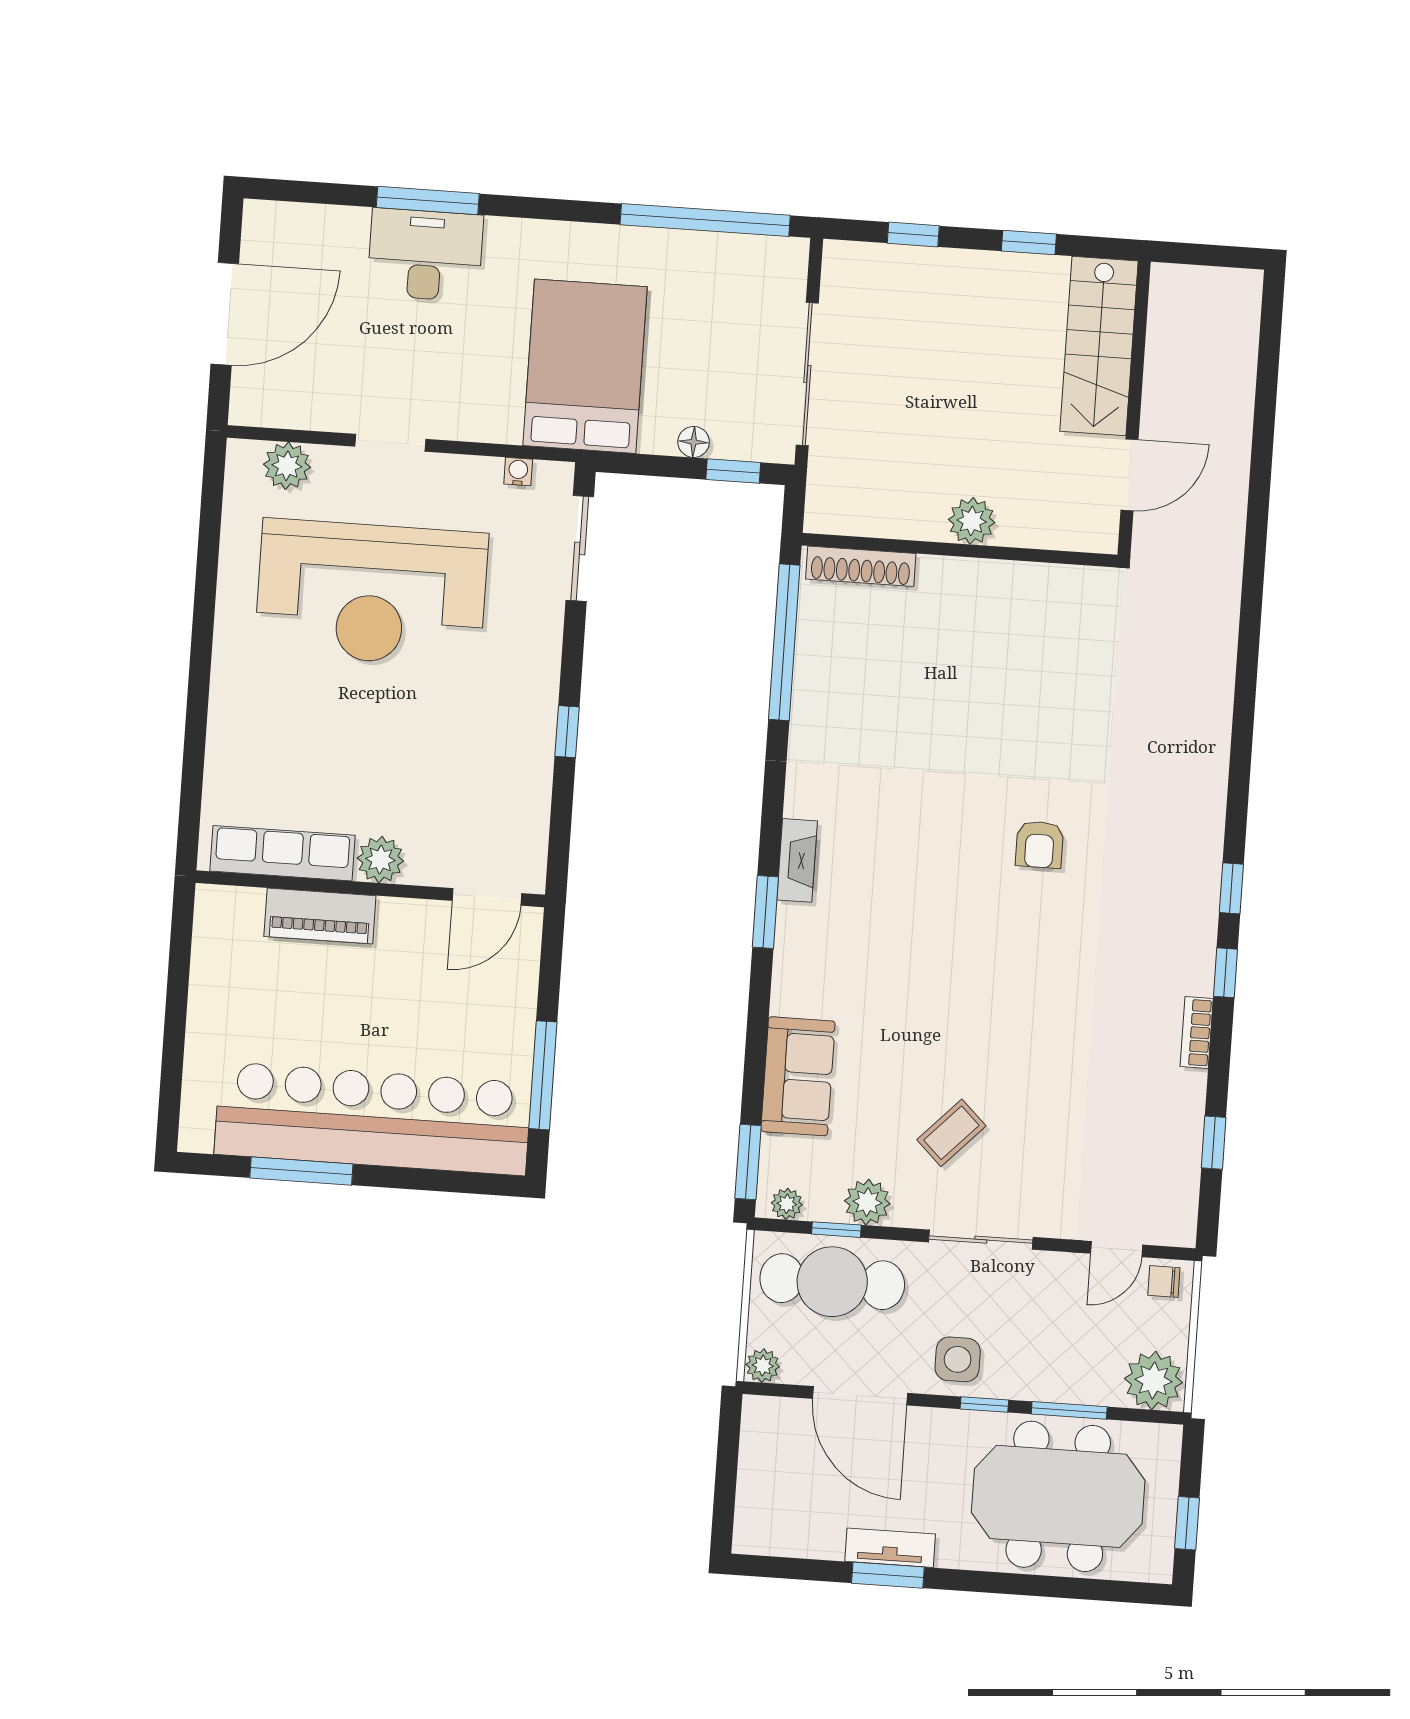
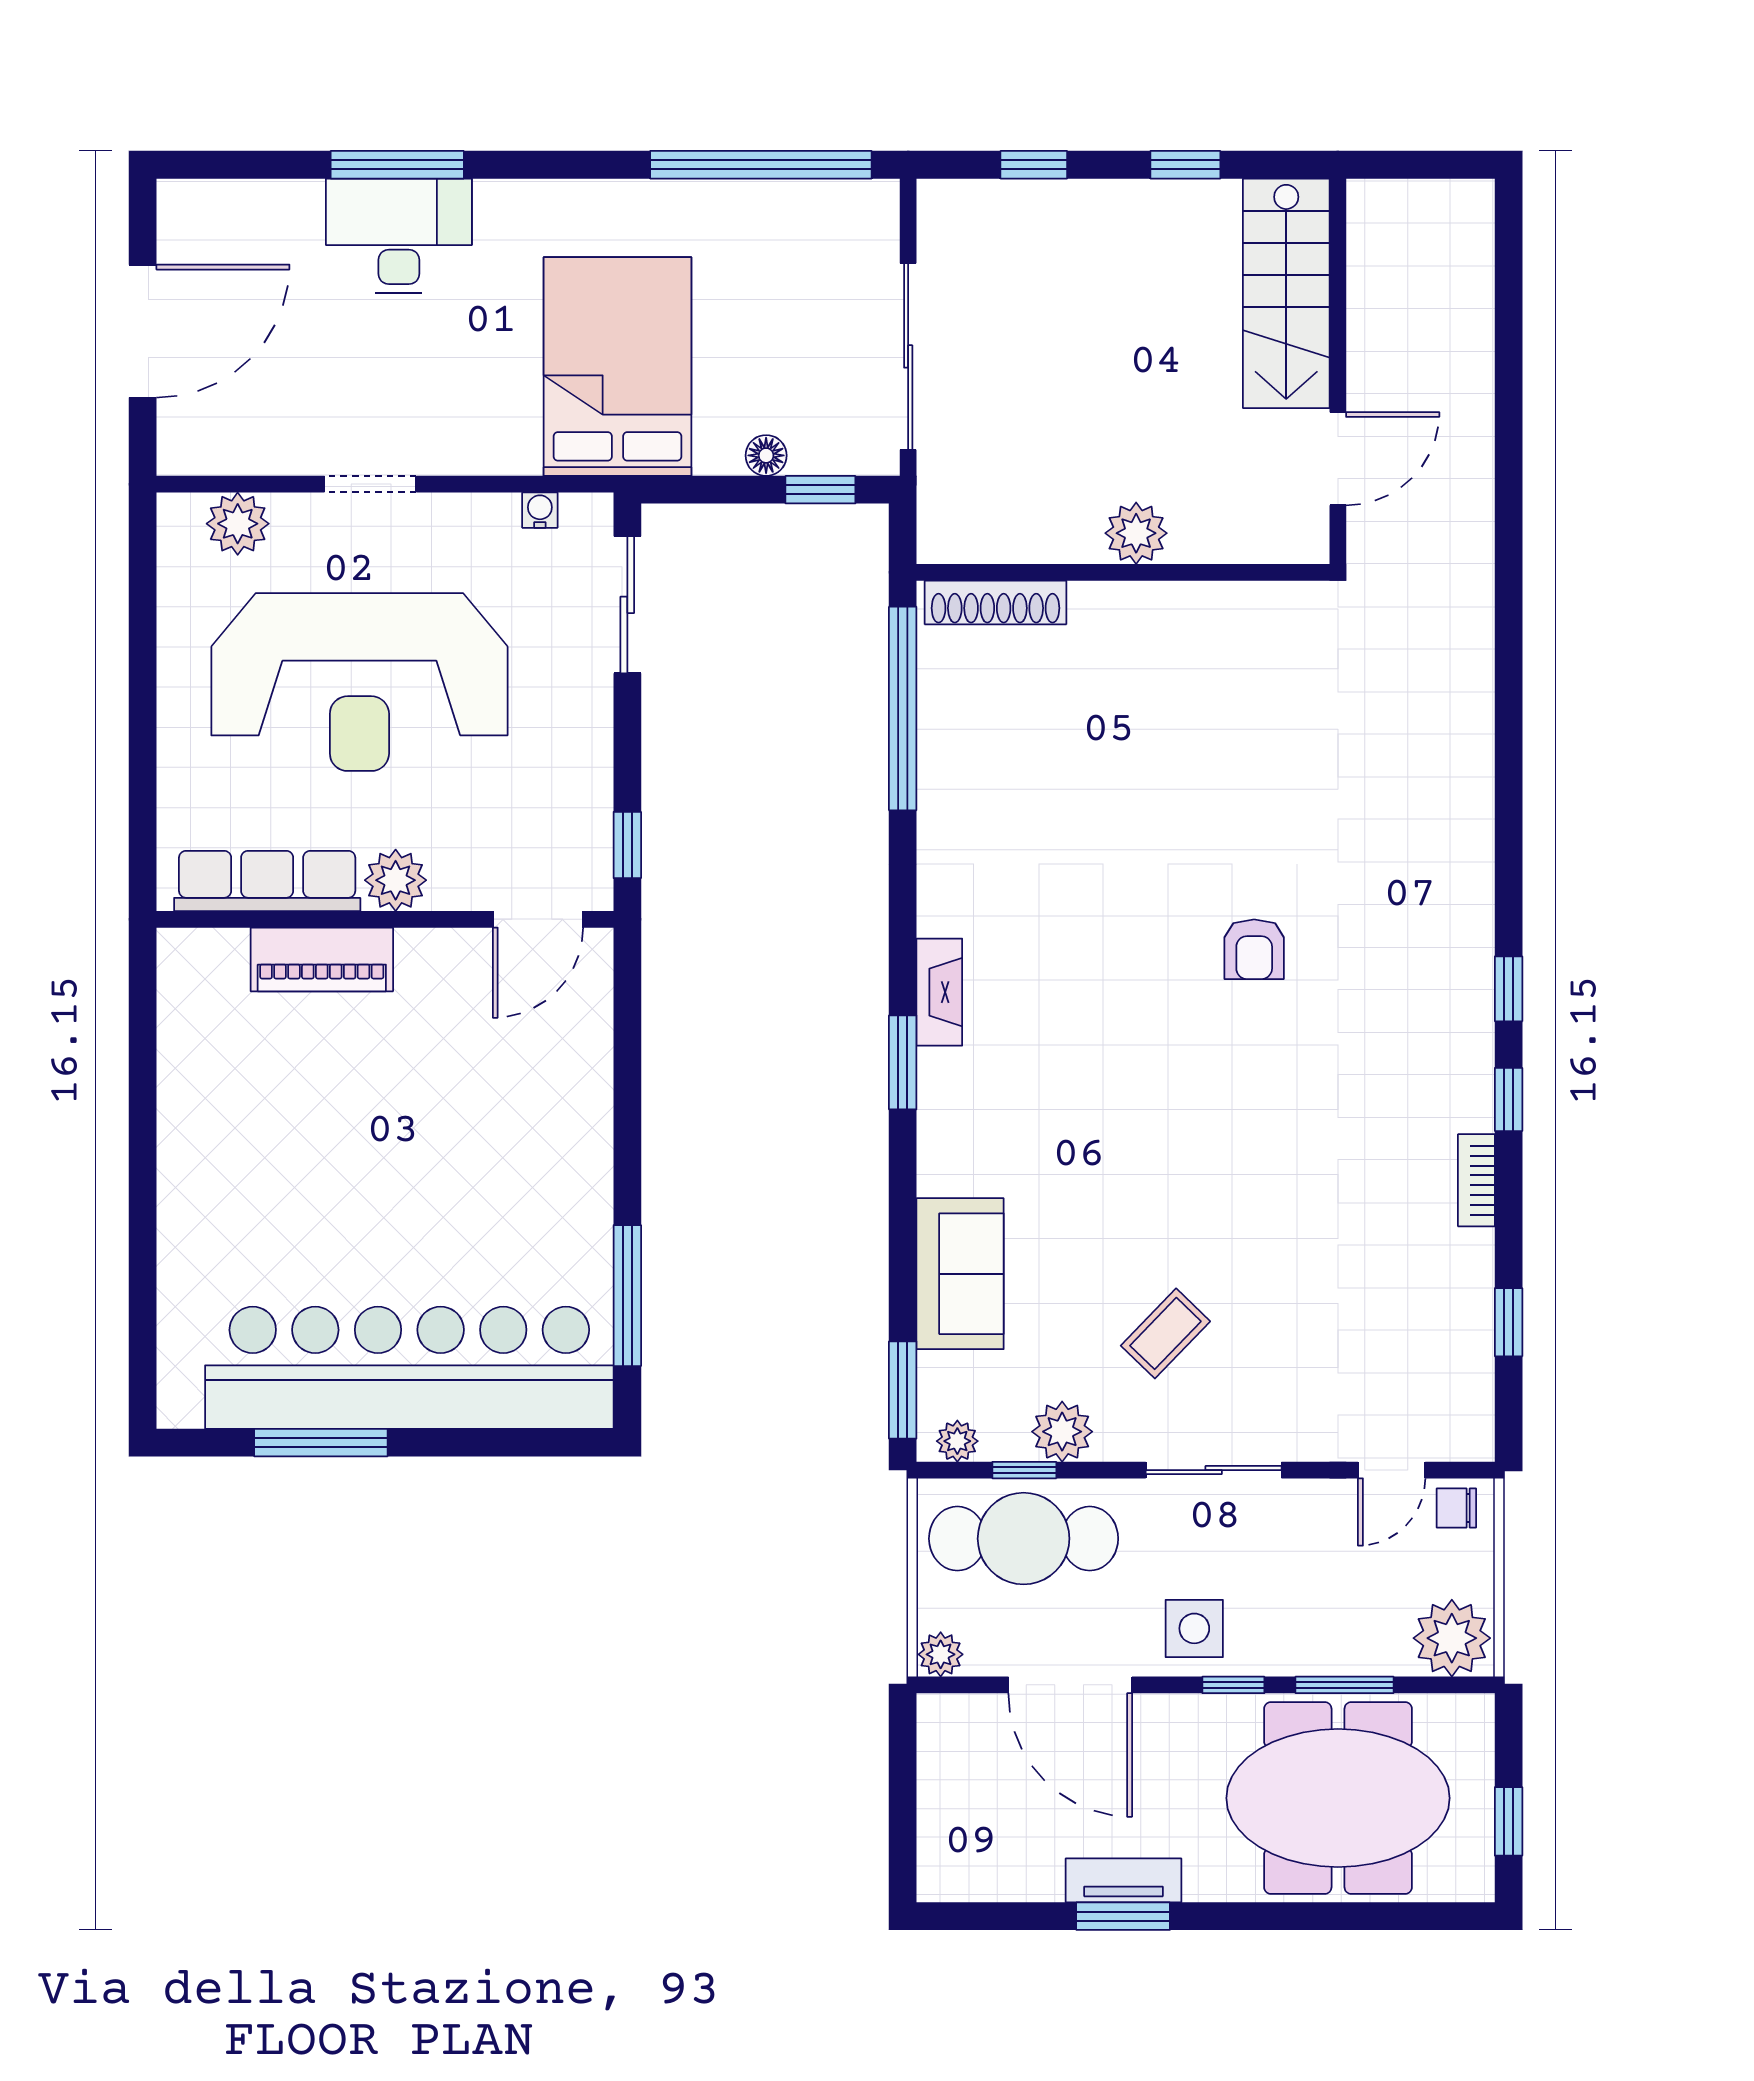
row of seats: (282, 853) -> (267, 881), moved
plant: (380, 860) -> (396, 880), moved
wall: (370, 889) -> (385, 919), moved
door: (487, 897) -> (538, 919), moved
piano: (320, 916) -> (322, 959), moved

